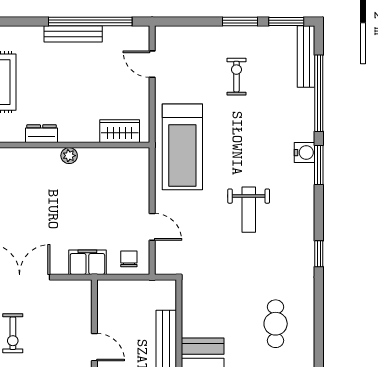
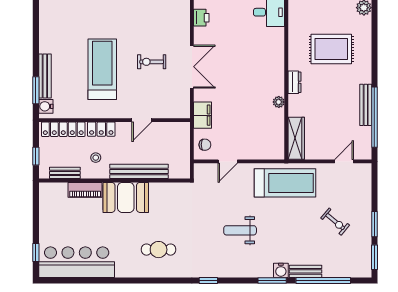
bench: (306, 57) -> (305, 271), moved, width x0.73
exercise bike: (236, 77) -> (335, 222), turned 40
wardrobe: (120, 131) -> (296, 138), width x1.50
treadmill: (182, 147) -> (285, 183), turned 180

